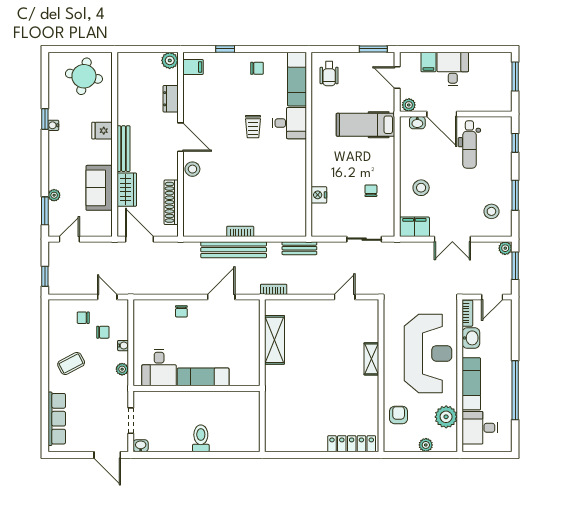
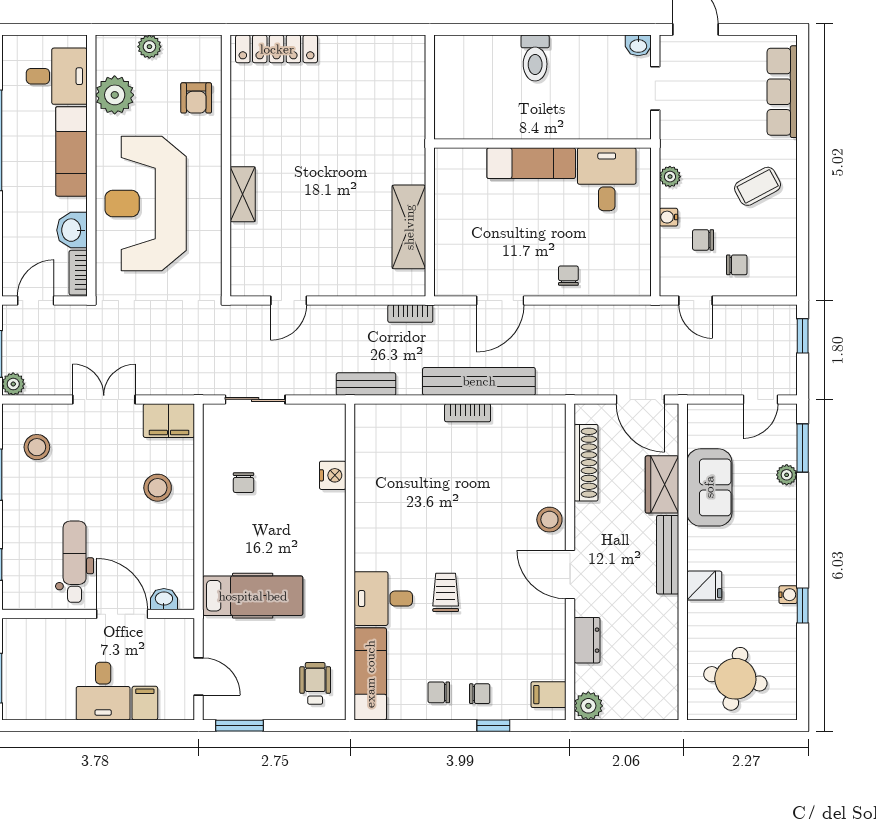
chair: (233, 68) -> (480, 694), added
plant: (409, 105) -> (179, 629), removed

